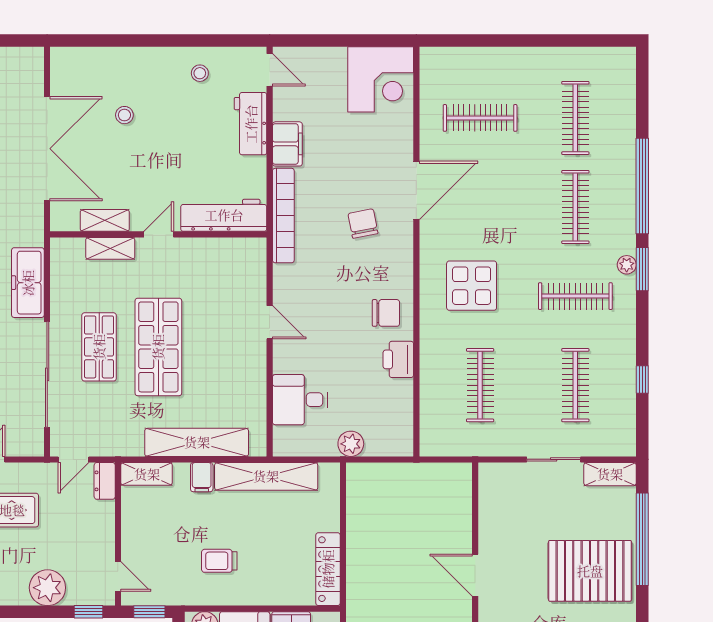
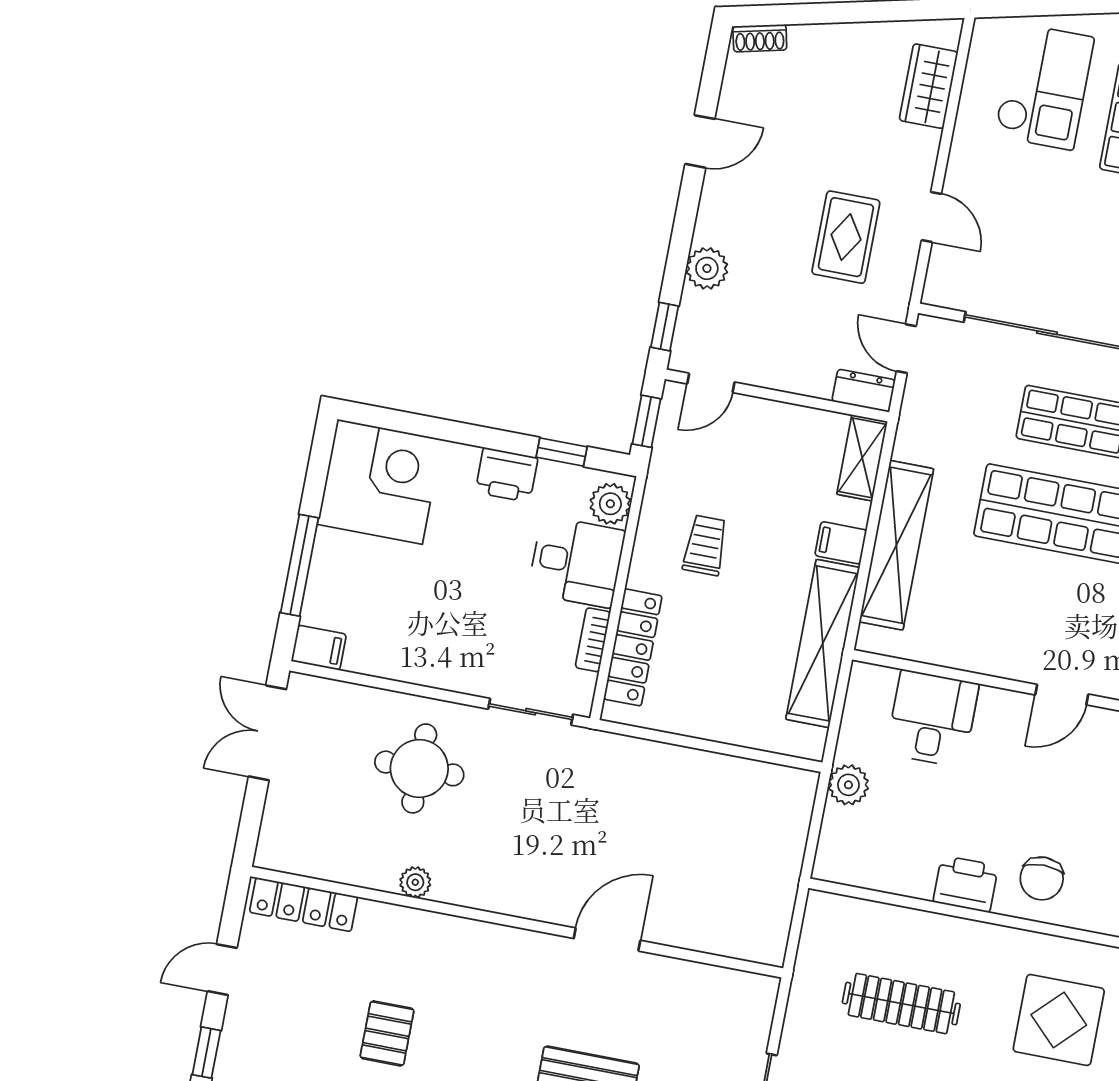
locker: (328, 569) -> (633, 647), moved, turned 90
plant: (47, 588) -> (707, 268), width x0.73, depth x0.73

